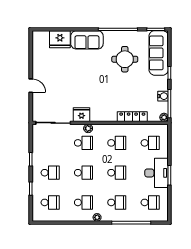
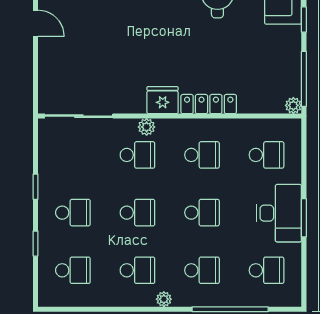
door: (31, 86) -> (36, 23), moved
water cooler: (163, 96) -> (292, 64), removed
fridge: (81, 115) -> (163, 100), moved
locker: (132, 117) -> (209, 104), moved

